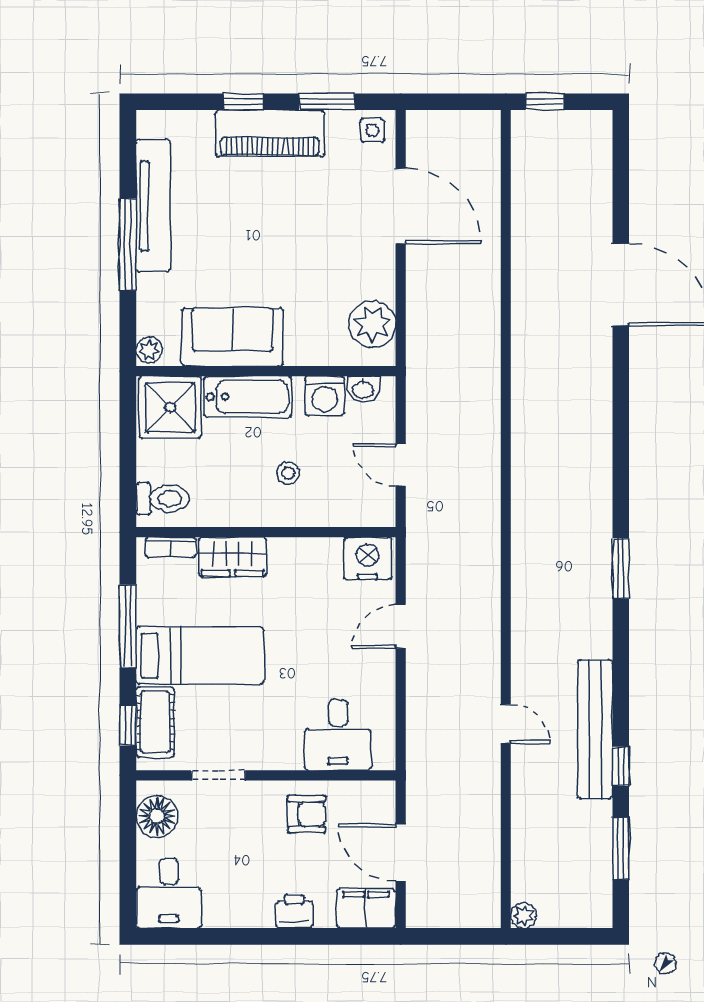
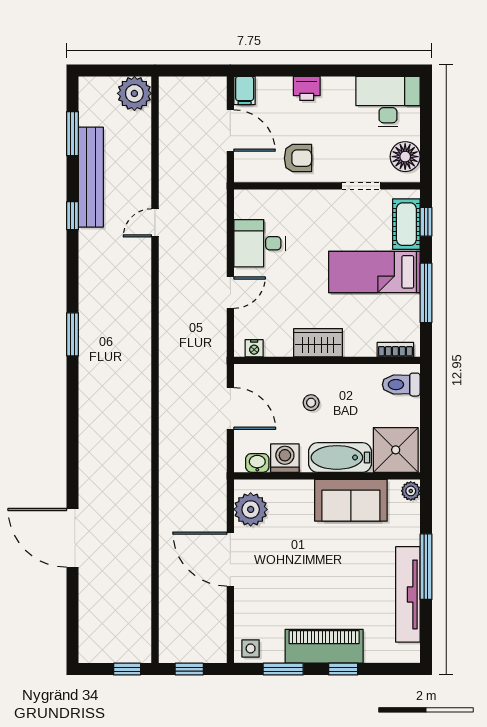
window: (458, 102) -> (189, 669), added
door: (401, 206) -> (230, 559), moved
door: (401, 465) -> (230, 408), width x1.38
wardrobe: (232, 557) -> (318, 343), moved
nightstand: (368, 558) -> (254, 348), width x0.53, depth x0.56
door: (506, 724) -> (155, 223), hinge flipped
bench: (595, 729) -> (91, 177), moved
desk: (338, 735) -> (259, 243), moved, turned -90
window: (621, 766) -> (73, 216), moved
armchair: (307, 814) -> (298, 158), turned 180
desk: (169, 893) -> (388, 102), width x1.37
filing cabinet: (366, 908) -> (245, 91), width x0.50
plant: (523, 915) -> (134, 93), width x1.87, depth x1.87

